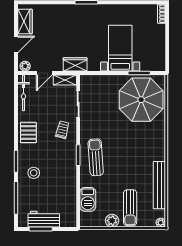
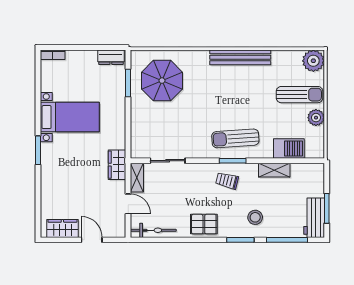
bed with nightstands: (120, 48) -> (70, 117), moved, turned 180
dresser: (160, 60) -> (111, 57), added
plant: (25, 66) -> (119, 228), removed
parasol: (141, 100) -> (162, 81), width x0.73, depth x0.73
trolley: (62, 130) -> (227, 181), moved
bench: (159, 185) -> (240, 57), moved
shelving: (71, 188) -> (274, 170), added
workbench: (44, 219) -> (314, 218), moved
plant: (161, 223) -> (313, 61), width x1.88, depth x1.88

